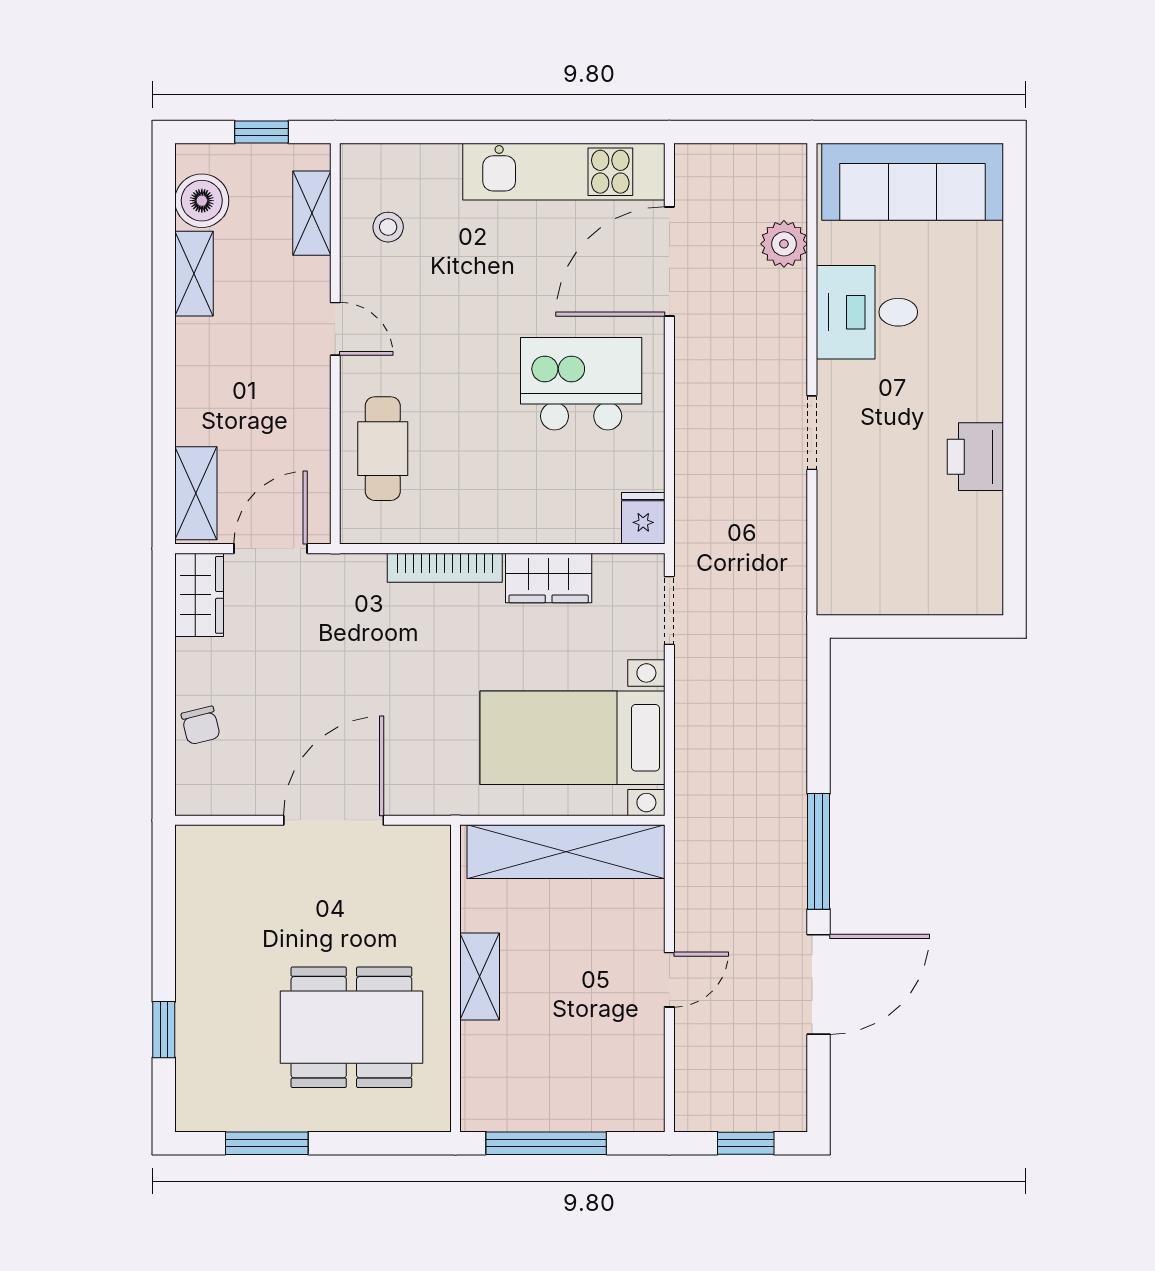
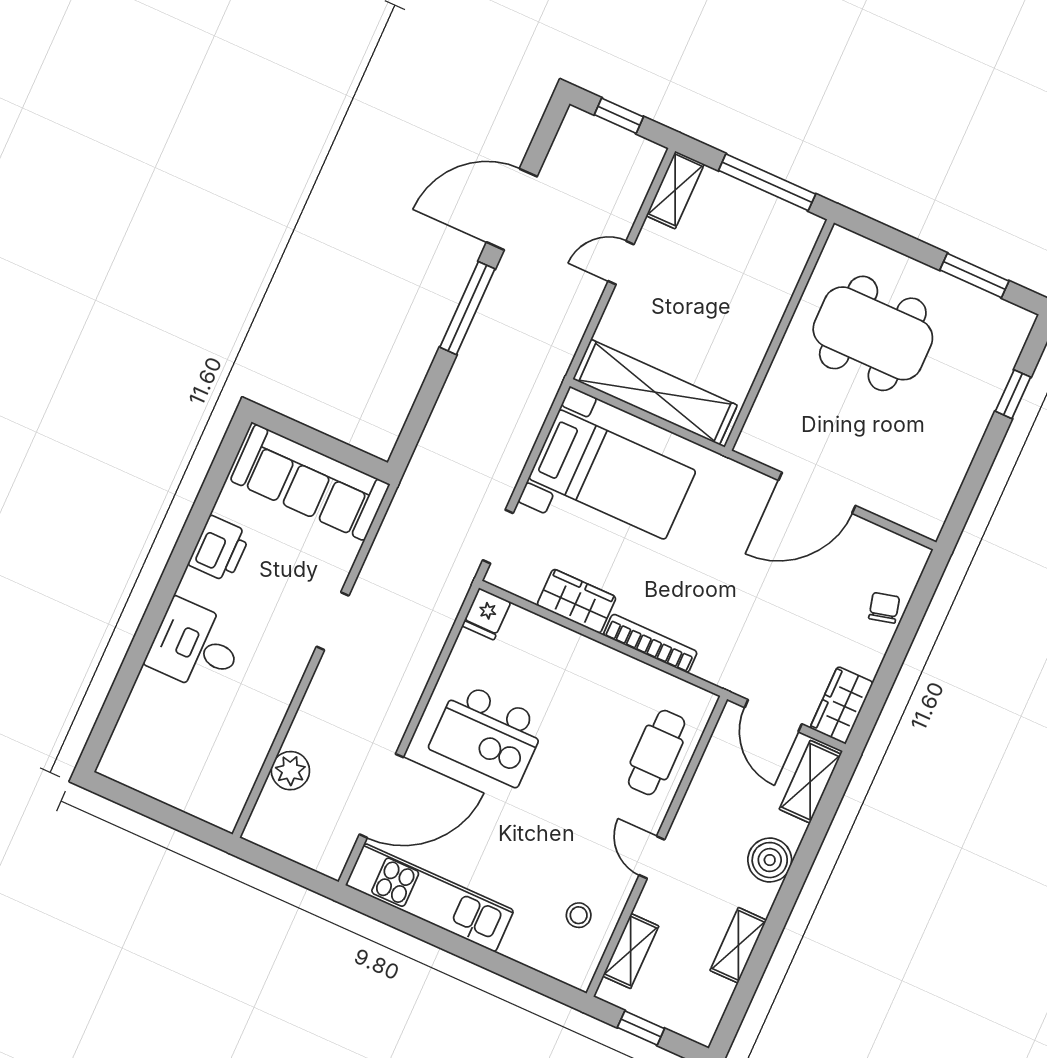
sofa: (913, 182) -> (310, 482), moved, turned 180
boiler: (202, 201) -> (770, 860), moved
desk: (867, 312) -> (196, 646), moved, turned 180
door: (271, 549) -> (773, 716), hinge flipped
shelving: (480, 976) -> (675, 190), moved

